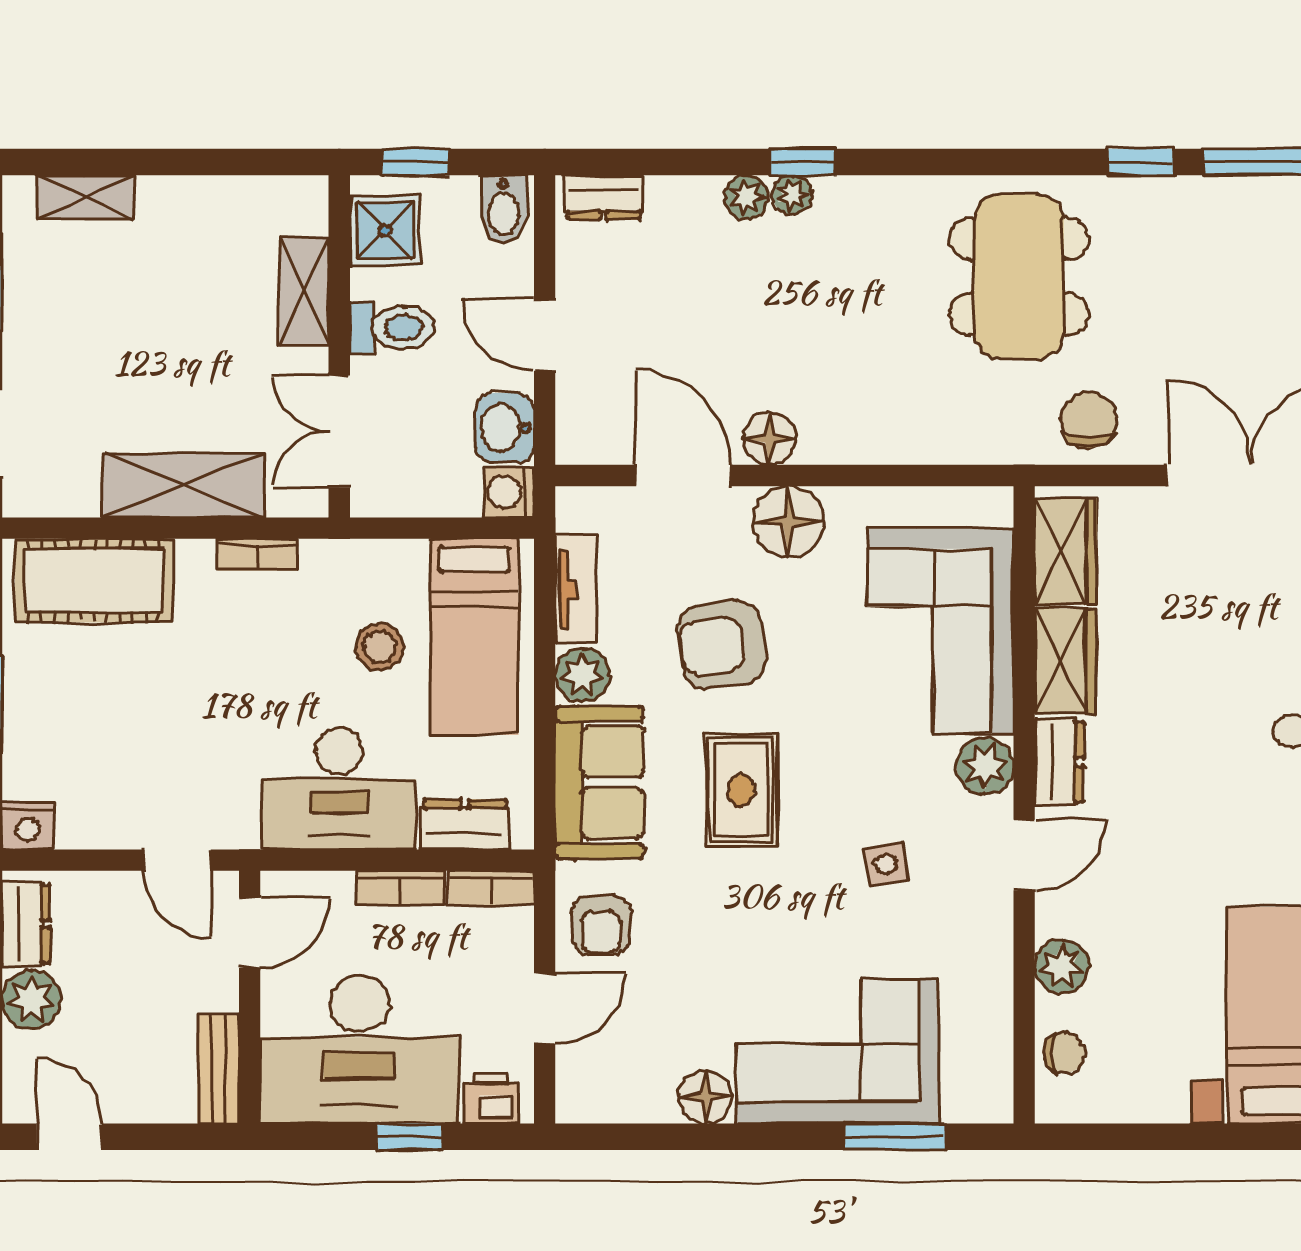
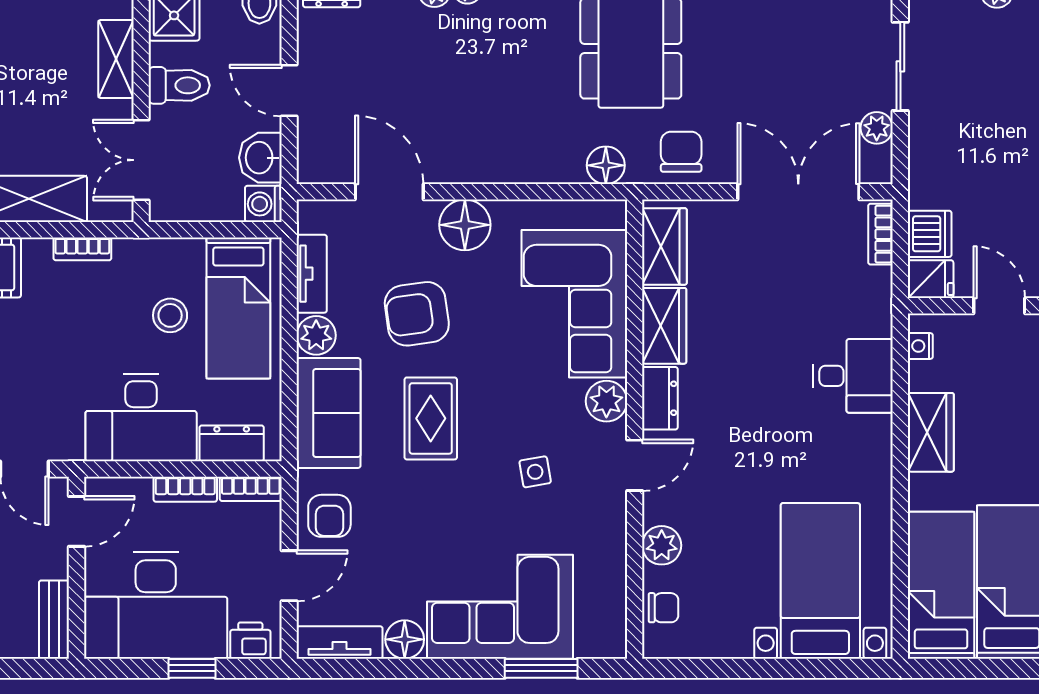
floor lamp: (769, 439) -> (606, 165), moved
tv unit: (615, 1101) -> (340, 642), added

